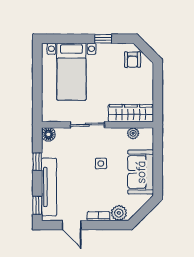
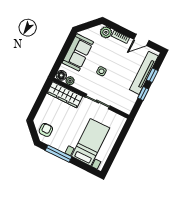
window: (103, 39) -> (59, 154), width x2.17
floor lamp: (48, 134) -> (61, 75), moved
window: (37, 205) -> (152, 75), moved
door: (72, 225) -> (141, 40), swing flipped

